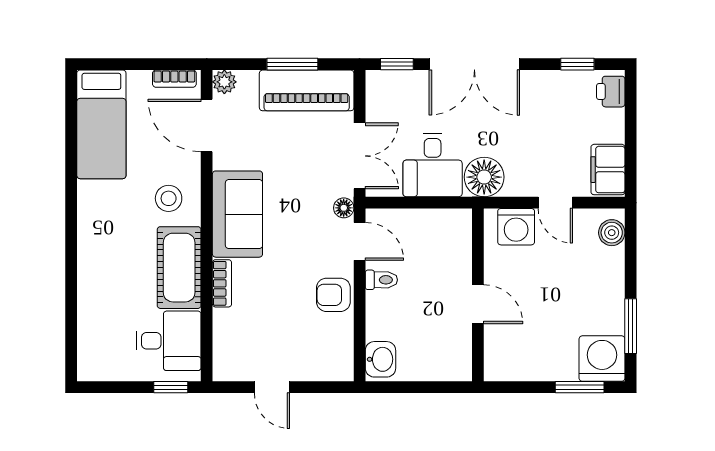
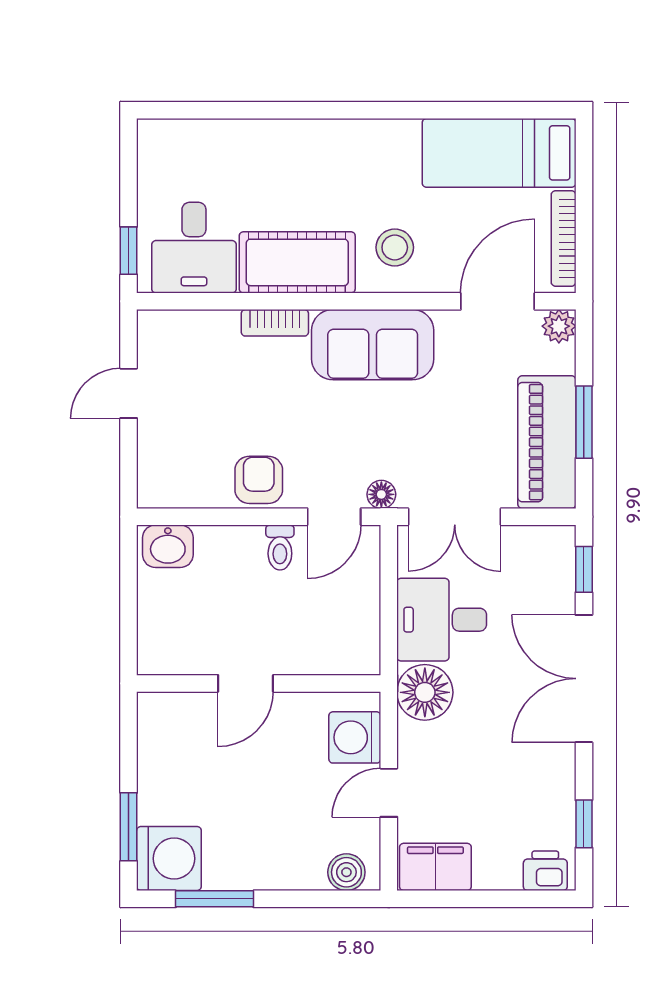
bookcase: (174, 79) -> (564, 238), width x1.56

